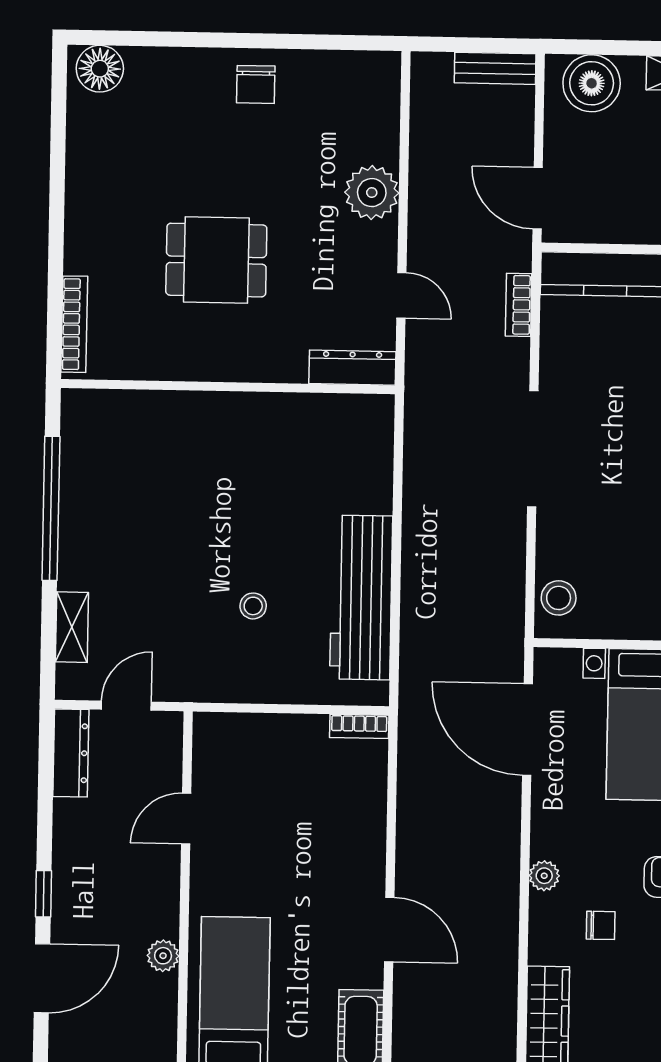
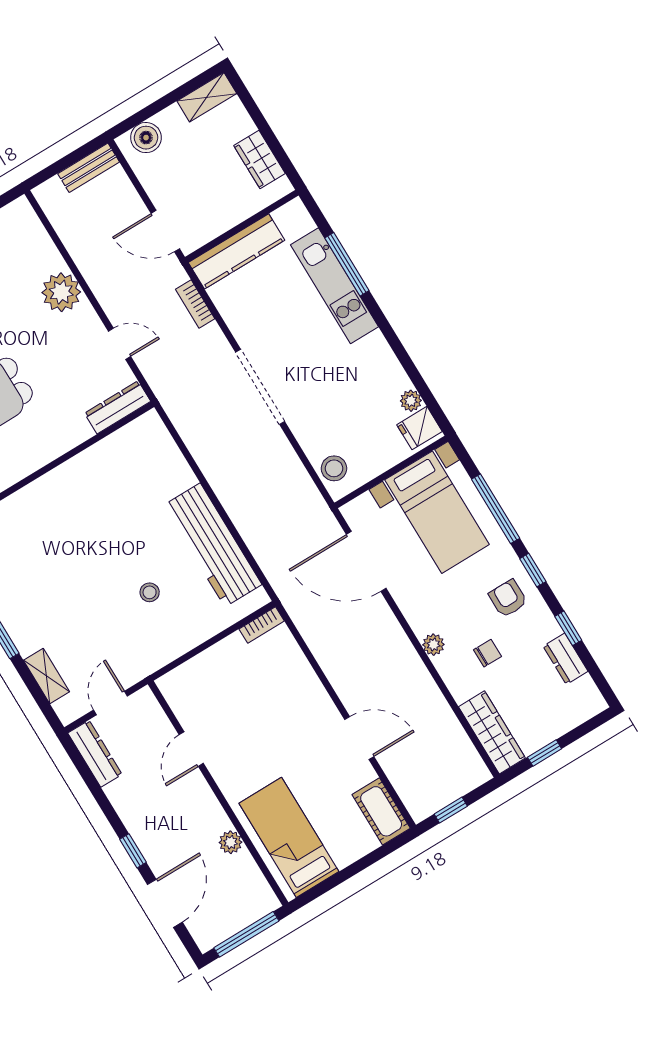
boiler: (592, 83) -> (146, 138), width x0.73, depth x0.73

